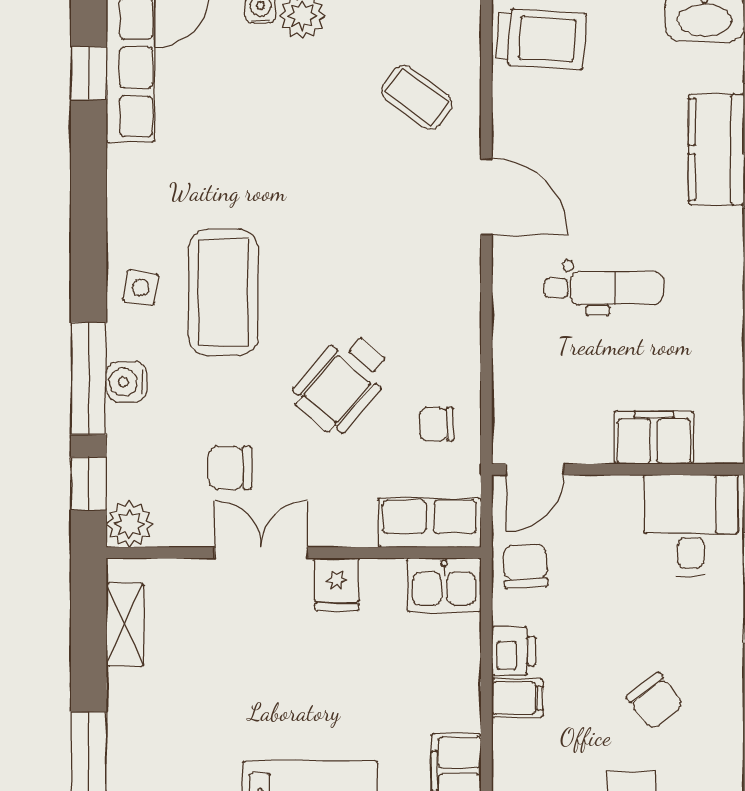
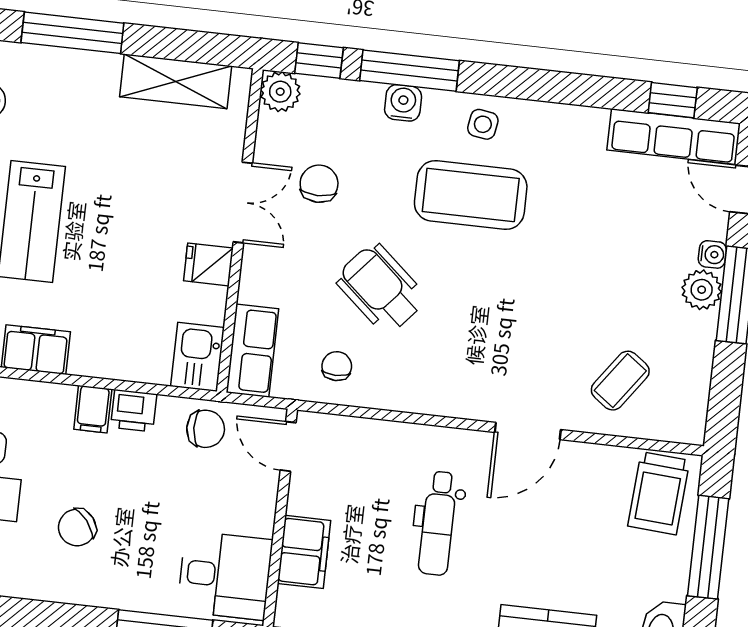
shelving: (125, 625) -> (176, 81), width x1.50, depth x1.33

